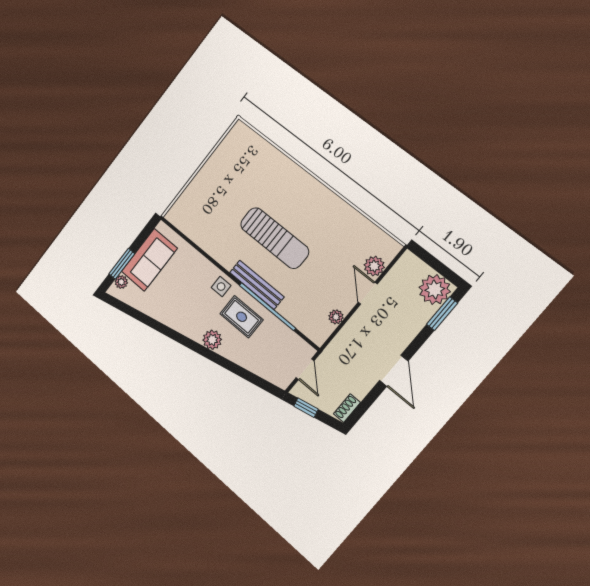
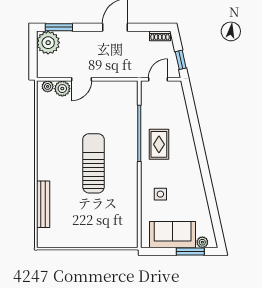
bench: (257, 285) -> (43, 204), moved
side table: (221, 287) -> (160, 194), moved
plant: (336, 317) -> (48, 86), moved
plant: (212, 340) -> (189, 151), removed

